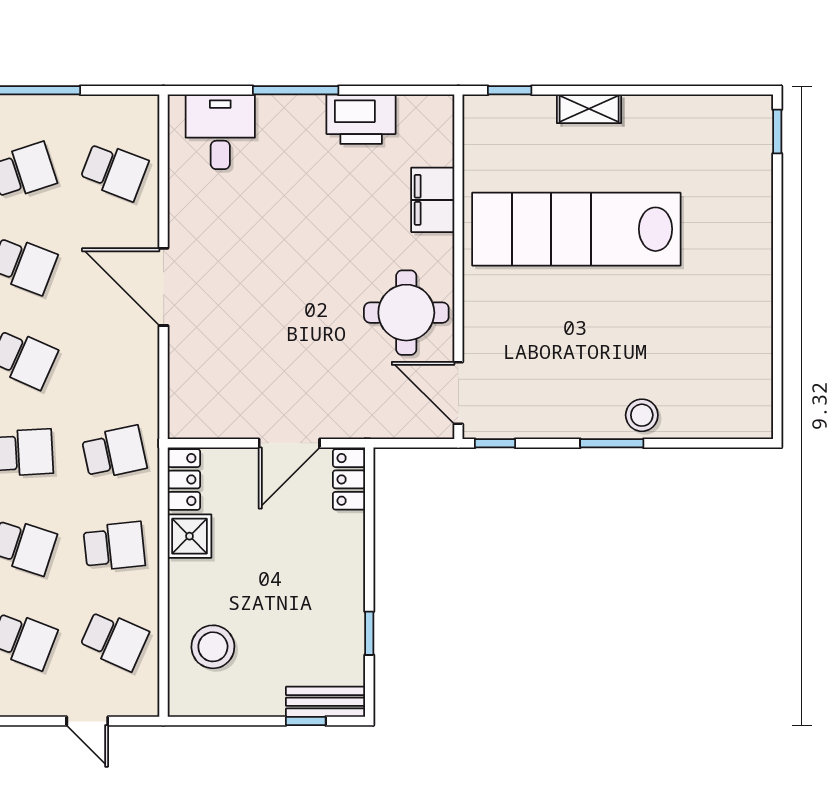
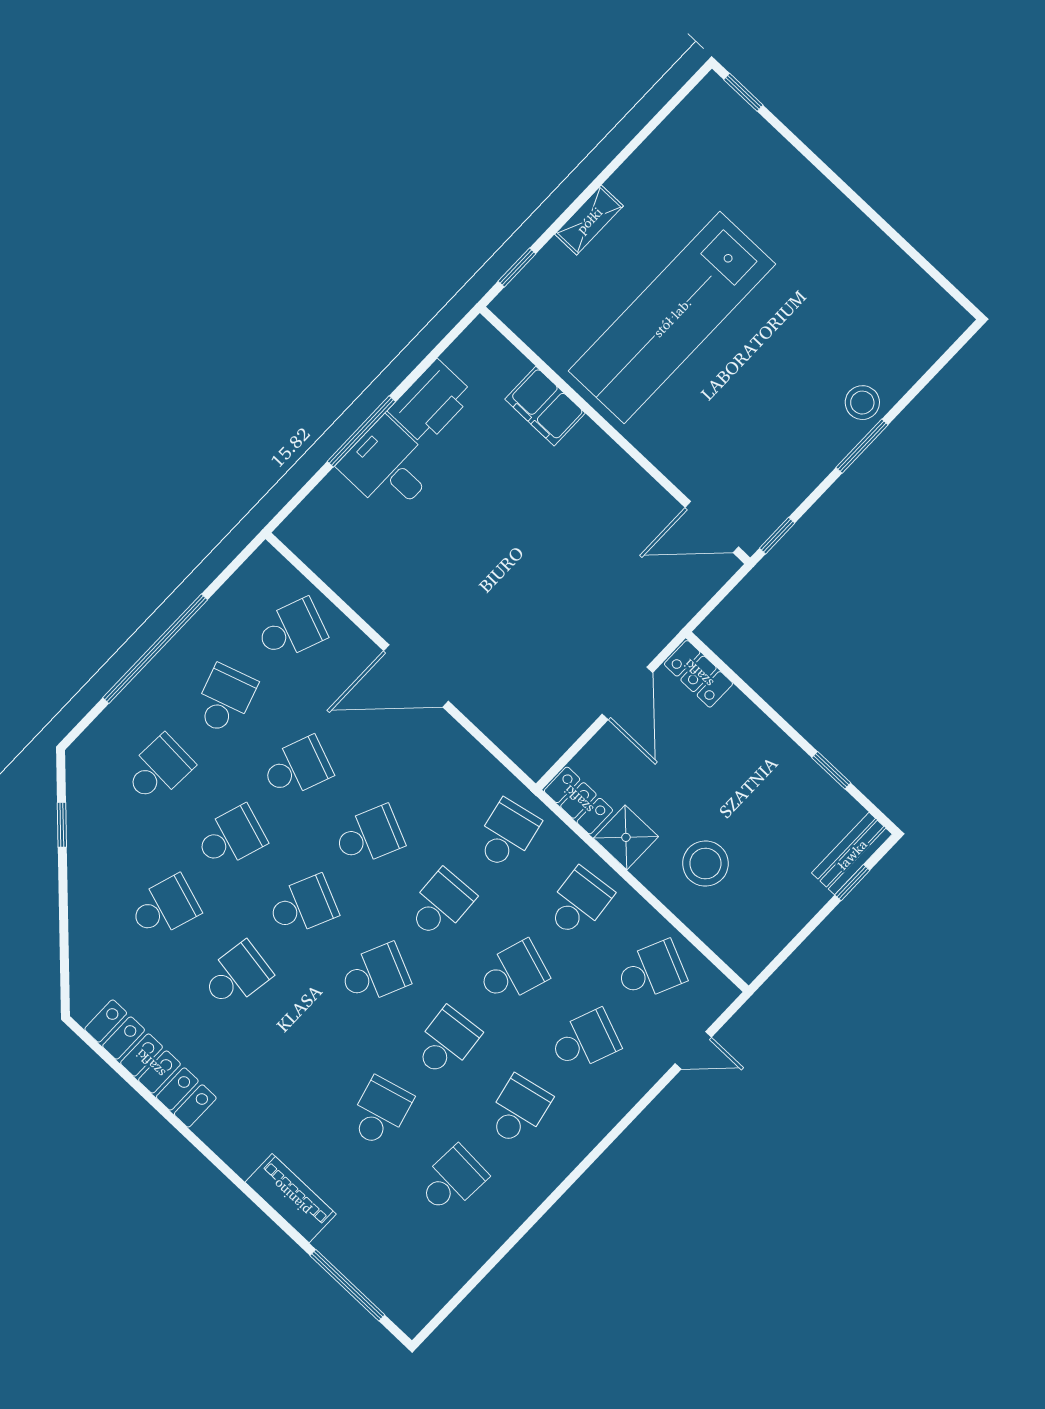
desk: (220, 132) -> (388, 467), moved
round table: (406, 313) -> (612, 508), removed
stool: (213, 647) -> (705, 864), moved

